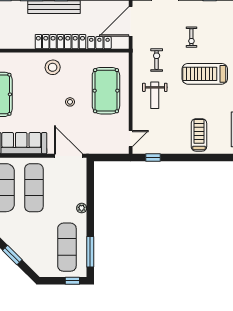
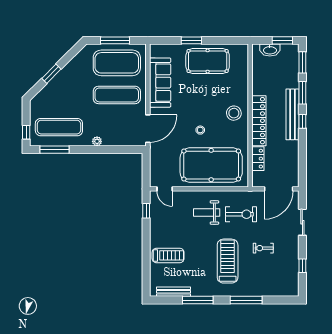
door: (131, 21) -> (279, 189), swing flipped
exercise bike: (157, 60) -> (241, 214), width x1.38, depth x1.39
pool table: (106, 91) -> (211, 165), width x1.36, depth x1.32

